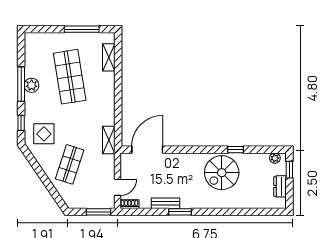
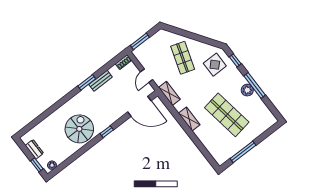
shelving: (109, 57) -> (189, 119), moved
door: (147, 150) -> (139, 106), hinge flipped
window: (235, 150) -> (107, 132), moved
door: (118, 187) -> (147, 76), moved

